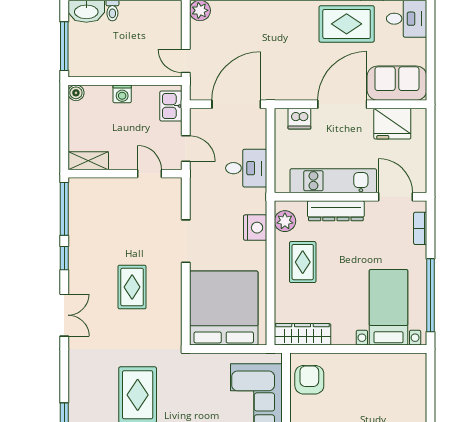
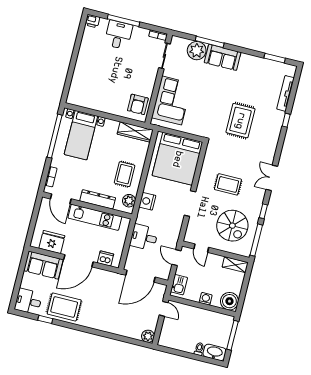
boiler: (76, 93) -> (229, 301), width x1.86, depth x1.86
spiral stairs: (108, 222) -> (232, 226), added
rug: (132, 287) -> (228, 184), turned 90

